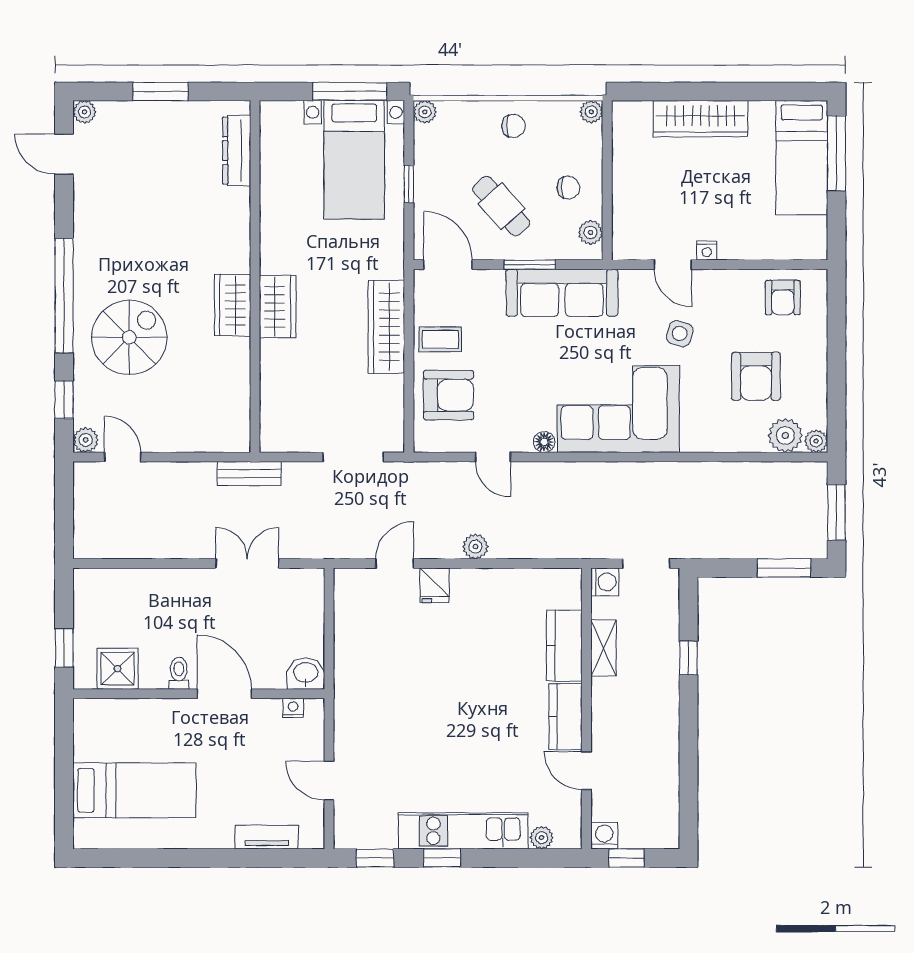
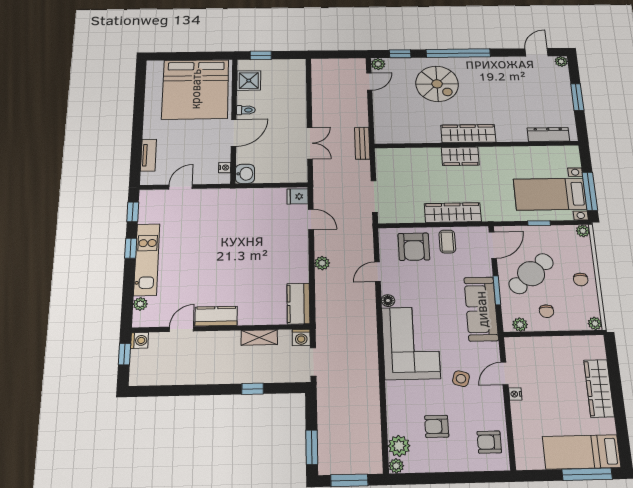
cafe table: (501, 206) -> (531, 274), width x1.37, depth x1.35
wardrobe: (233, 305) -> (468, 134), width x1.50
armchair: (756, 376) -> (437, 426), width x0.72, depth x0.72
fridge: (435, 585) -> (298, 196), moved
kitchen counter: (564, 646) -> (298, 304), moved, turned -90
bed: (134, 790) -> (195, 89), width x2.04

